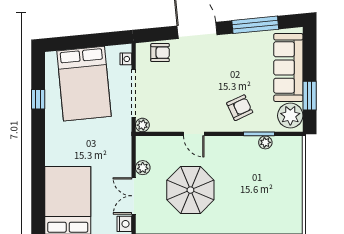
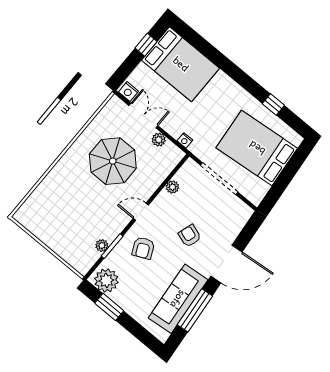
armchair: (160, 53) -> (190, 236), moved, turned 108
nightstand: (126, 59) -> (185, 140), moved
sofa: (288, 67) -> (178, 299), moved, turned -96
plant: (142, 125) -> (172, 187), moved
door: (194, 134) -> (141, 212), moved

